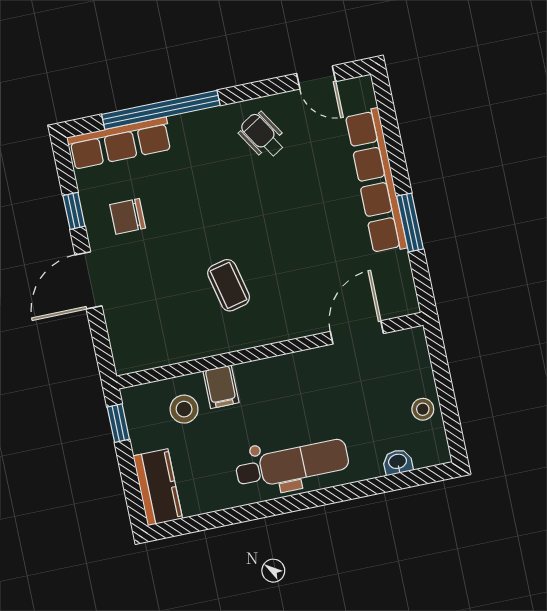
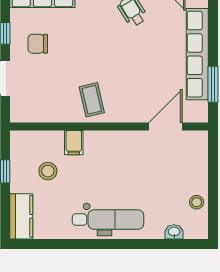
door: (357, 332) -> (166, 126), moved
wall: (270, 351) -> (109, 126), moved
filing cabinet: (221, 387) -> (74, 143), moved

